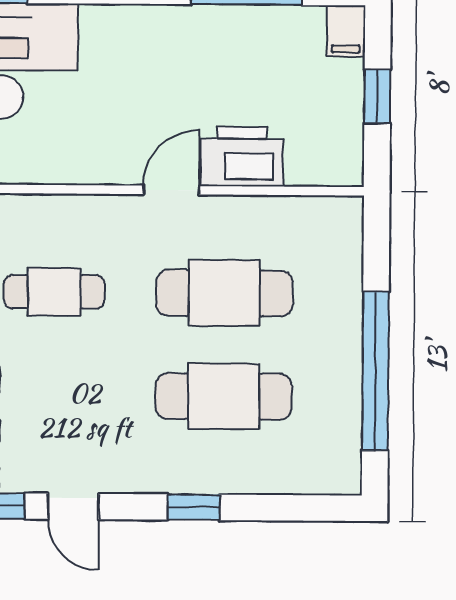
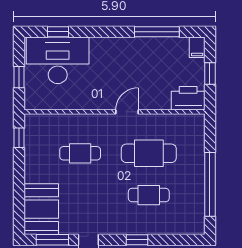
printer: (242, 157) -> (188, 98), moved
cafe table: (224, 396) -> (149, 195), width x0.73, depth x0.74

